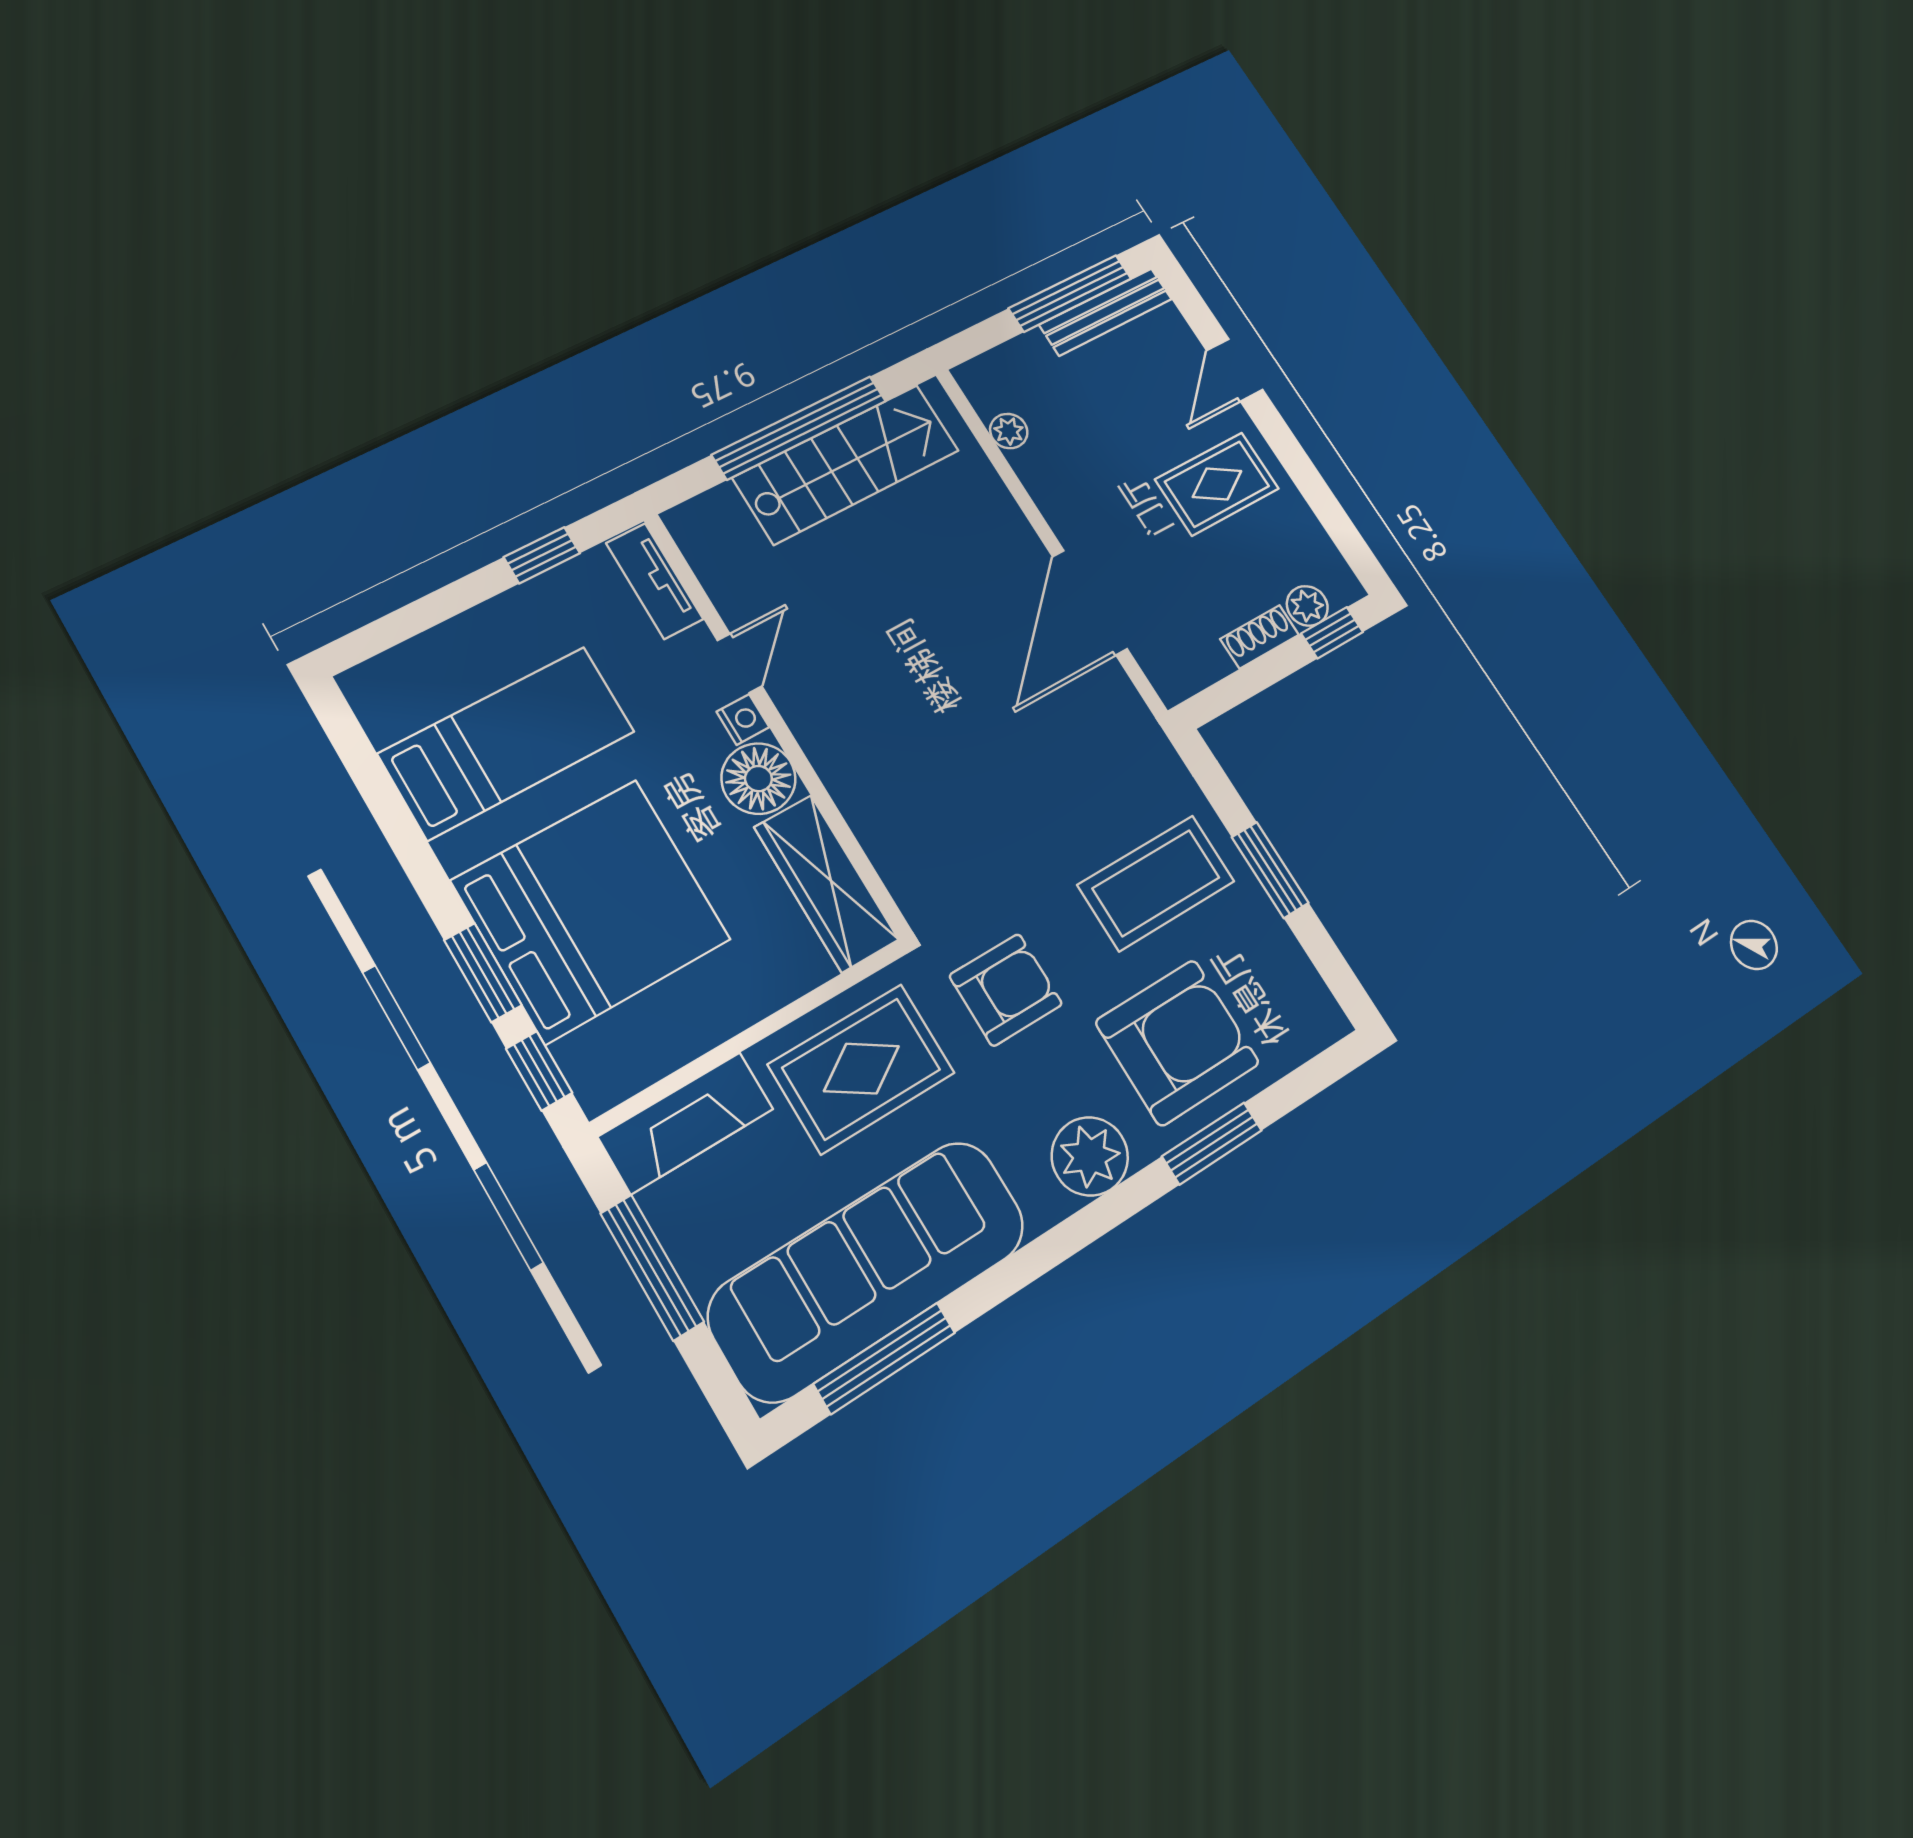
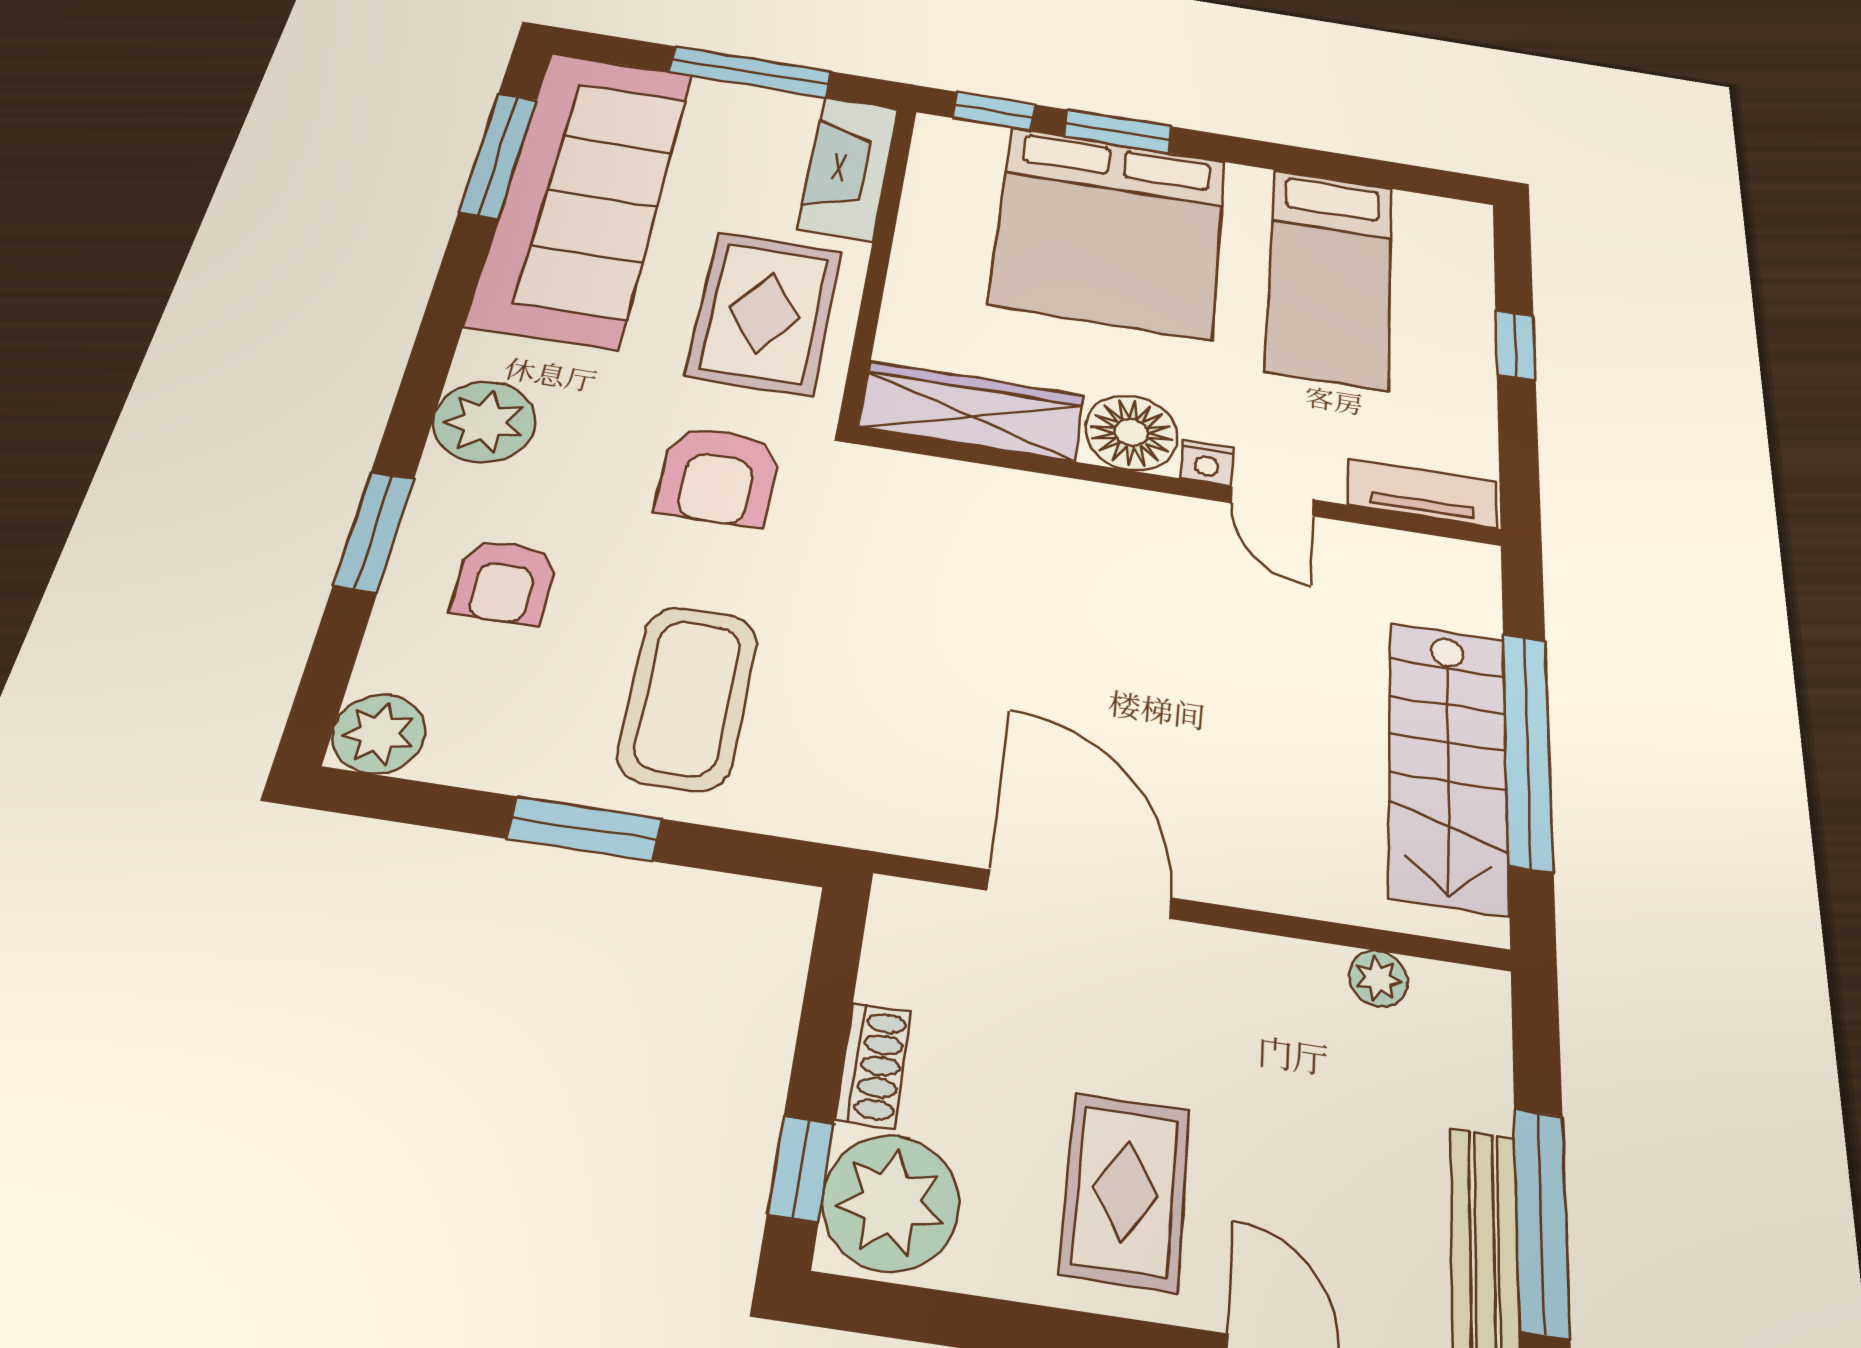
window: (542, 555) -> (1515, 345), moved
plant: (1307, 606) -> (891, 1203), width x1.87, depth x1.87
plant: (1315, 1020) -> (379, 734), added
armchair: (1177, 1042) -> (504, 582), width x0.53, depth x0.53

